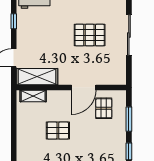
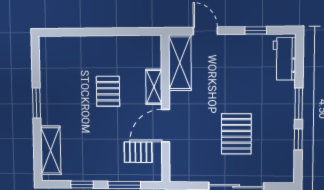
door: (84, 88) -> (166, 126), hinge flipped
shelving: (33, 96) -> (154, 87), moved

